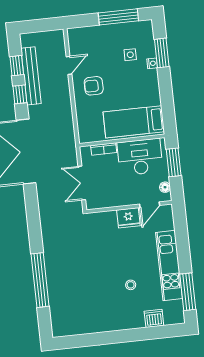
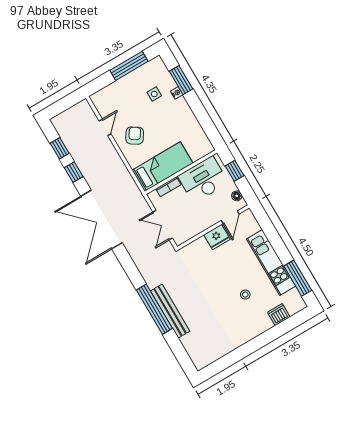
bench: (31, 76) -> (170, 311), moved
armchair: (94, 86) -> (135, 136), turned 123
bed: (134, 122) -> (162, 167), moved, turned 180
window: (174, 162) -> (234, 171), width x0.67
window: (40, 280) -> (154, 309), moved

